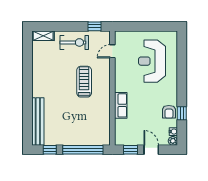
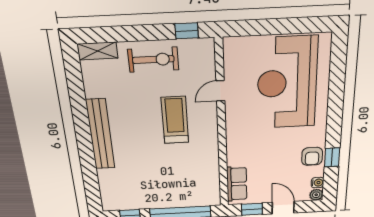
door: (112, 51) -> (220, 91), moved
reception desk: (152, 61) -> (287, 83), width x1.36, depth x1.30
row of seats: (121, 105) -> (237, 184), moved
bench: (38, 122) -> (100, 134), moved

